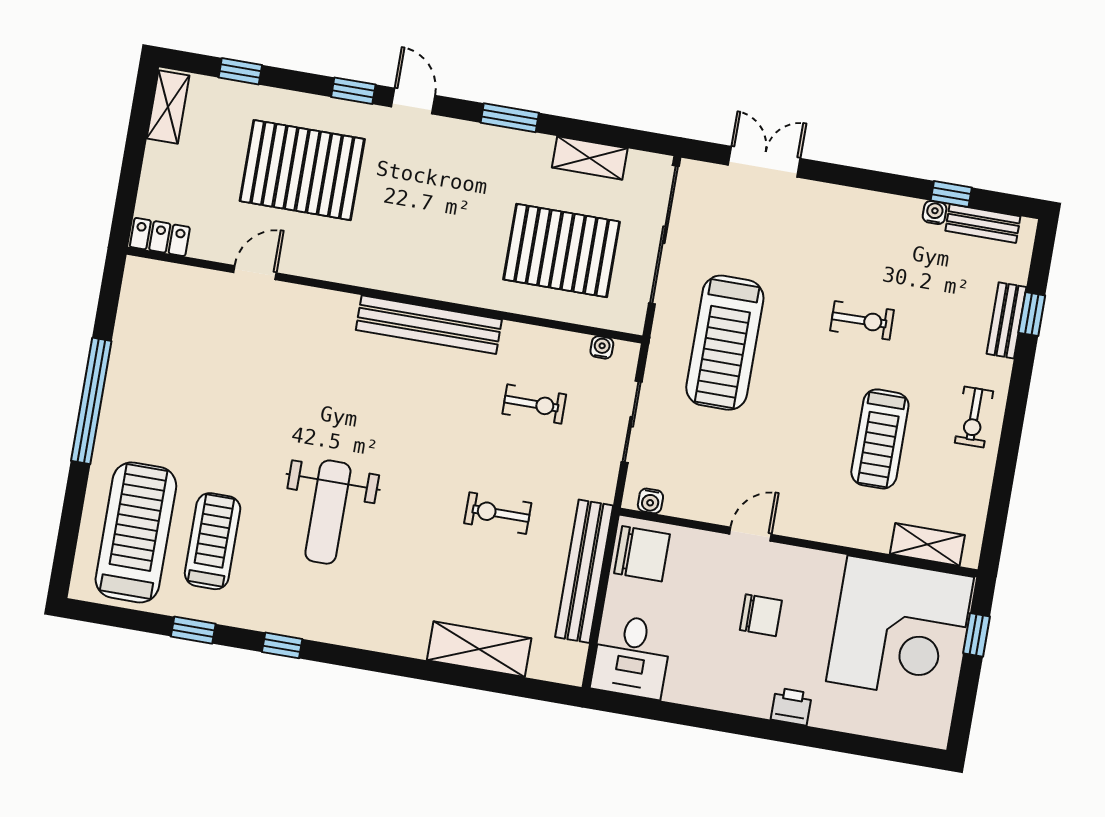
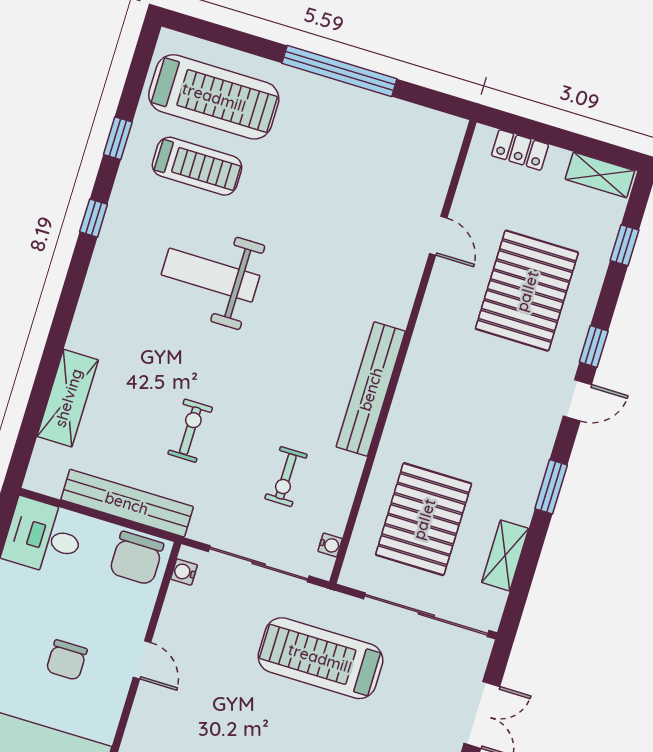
locker: (160, 237) -> (520, 150), moved, turned 90
sliding door: (632, 422) -> (259, 564), width x1.37

